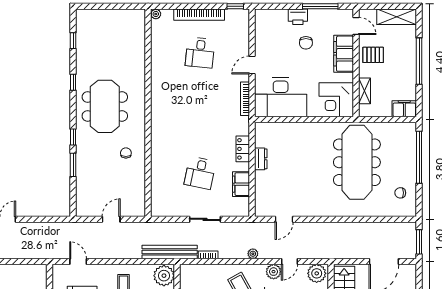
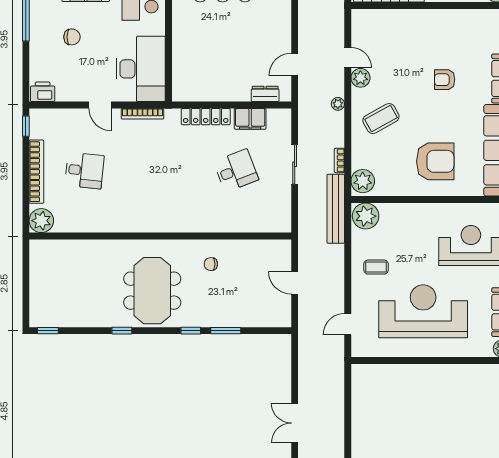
plant: (156, 14) -> (41, 221), width x1.88, depth x1.88
printer: (298, 17) -> (43, 92), moved, turned -90
window: (73, 41) -> (48, 331), moved
meeting table: (105, 106) -> (152, 291), turned 90
locker: (243, 149) -> (206, 117), width x1.53
dresser: (261, 159) -> (265, 94), moved
desk: (200, 173) -> (236, 171), turned -33
door: (284, 219) -> (295, 64), swing flipped
plant: (317, 273) -> (363, 181), moved

